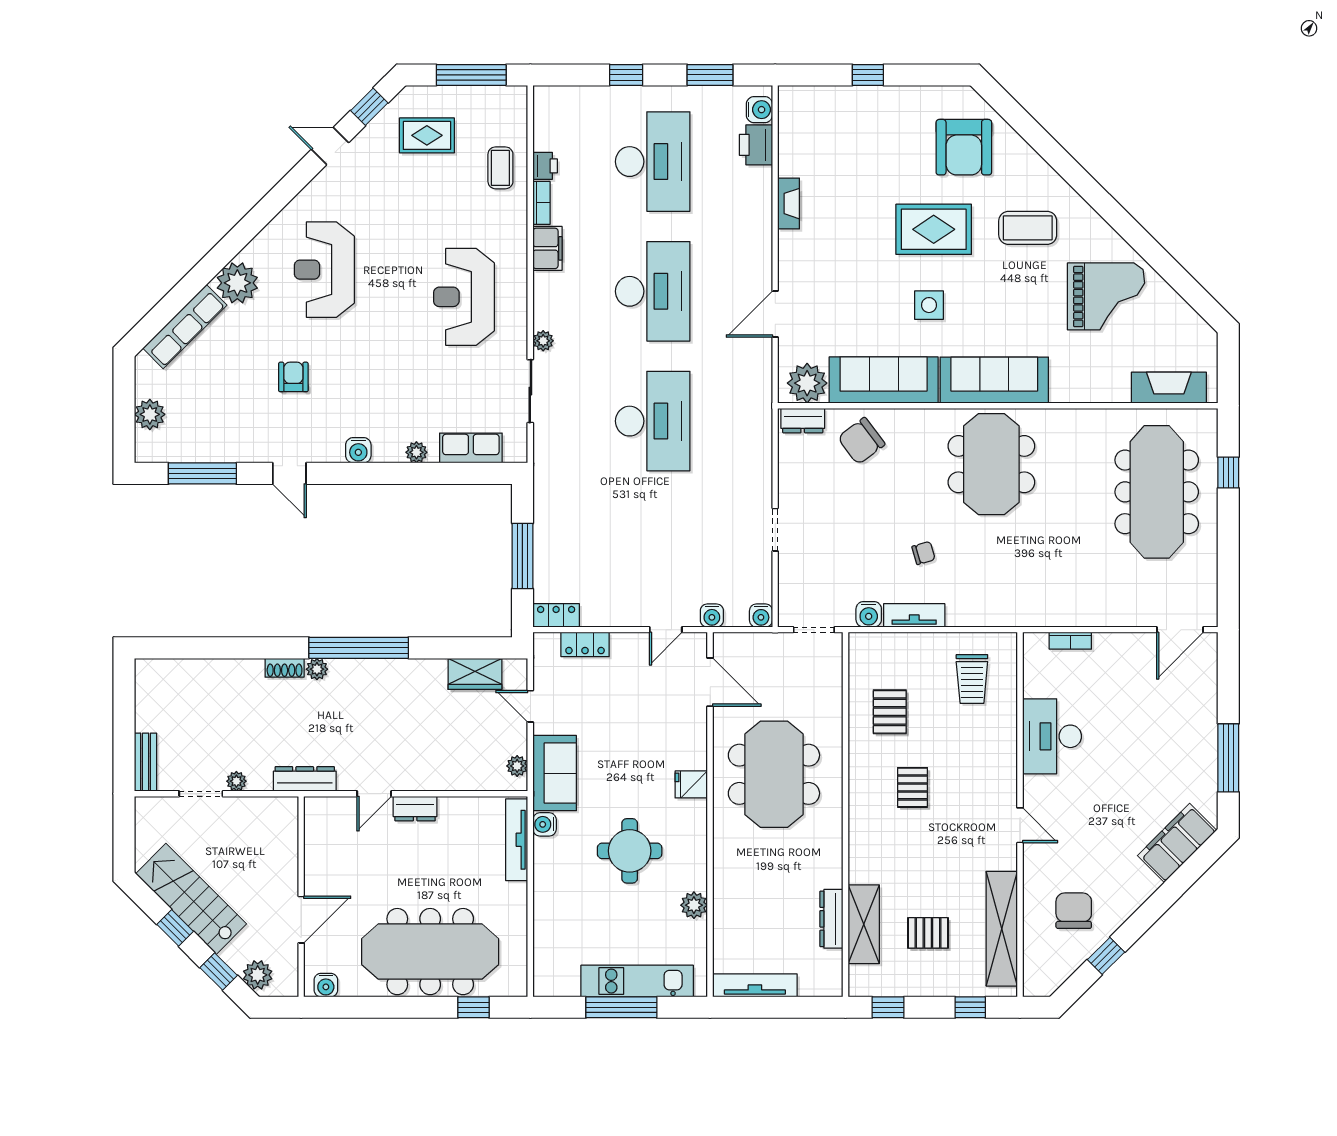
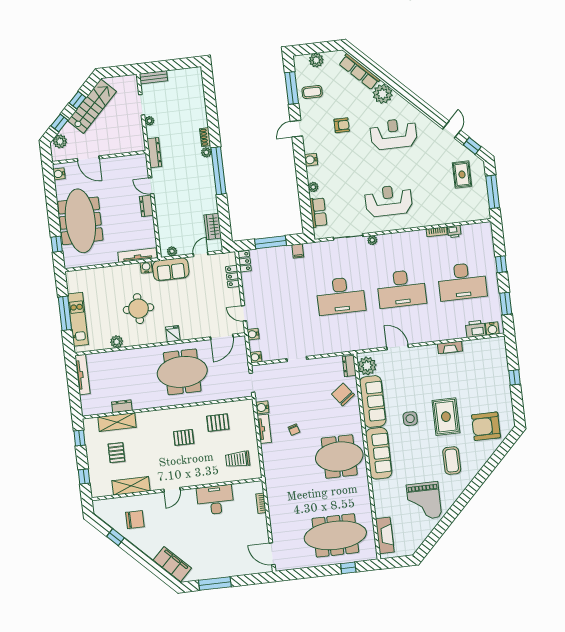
coffee table: (500, 168) -> (312, 92), moved
filing cabinet: (548, 248) -> (298, 251), moved, width x0.50
dresser: (831, 919) -> (122, 406), width x0.70
shelving: (1002, 929) -> (131, 486), width x0.68

